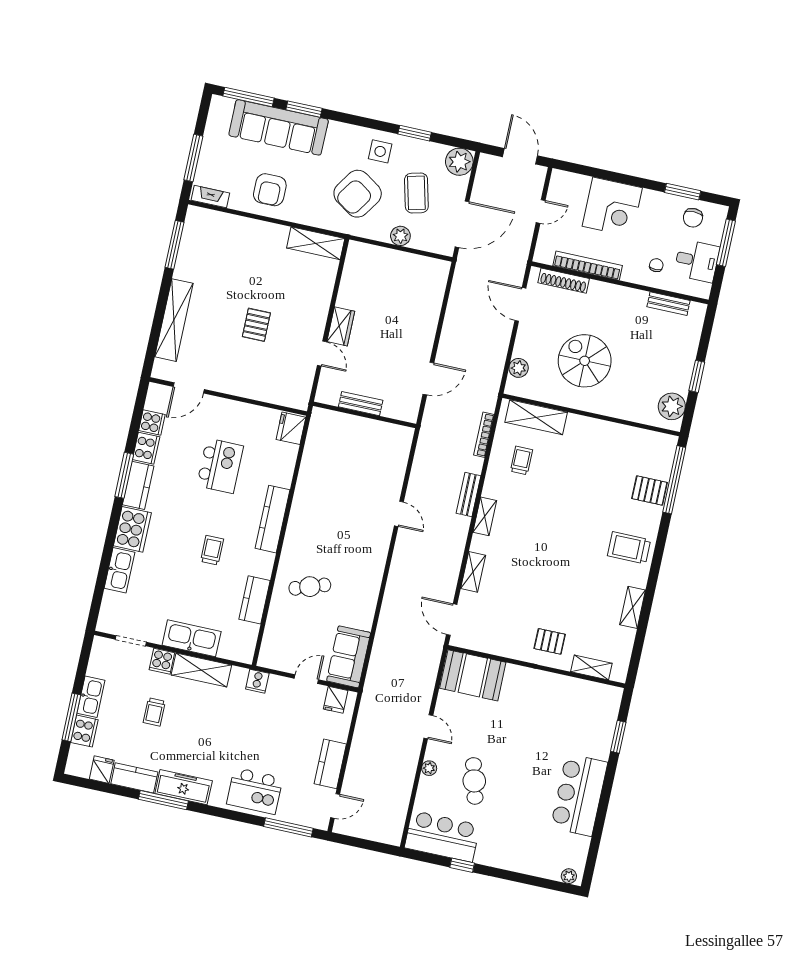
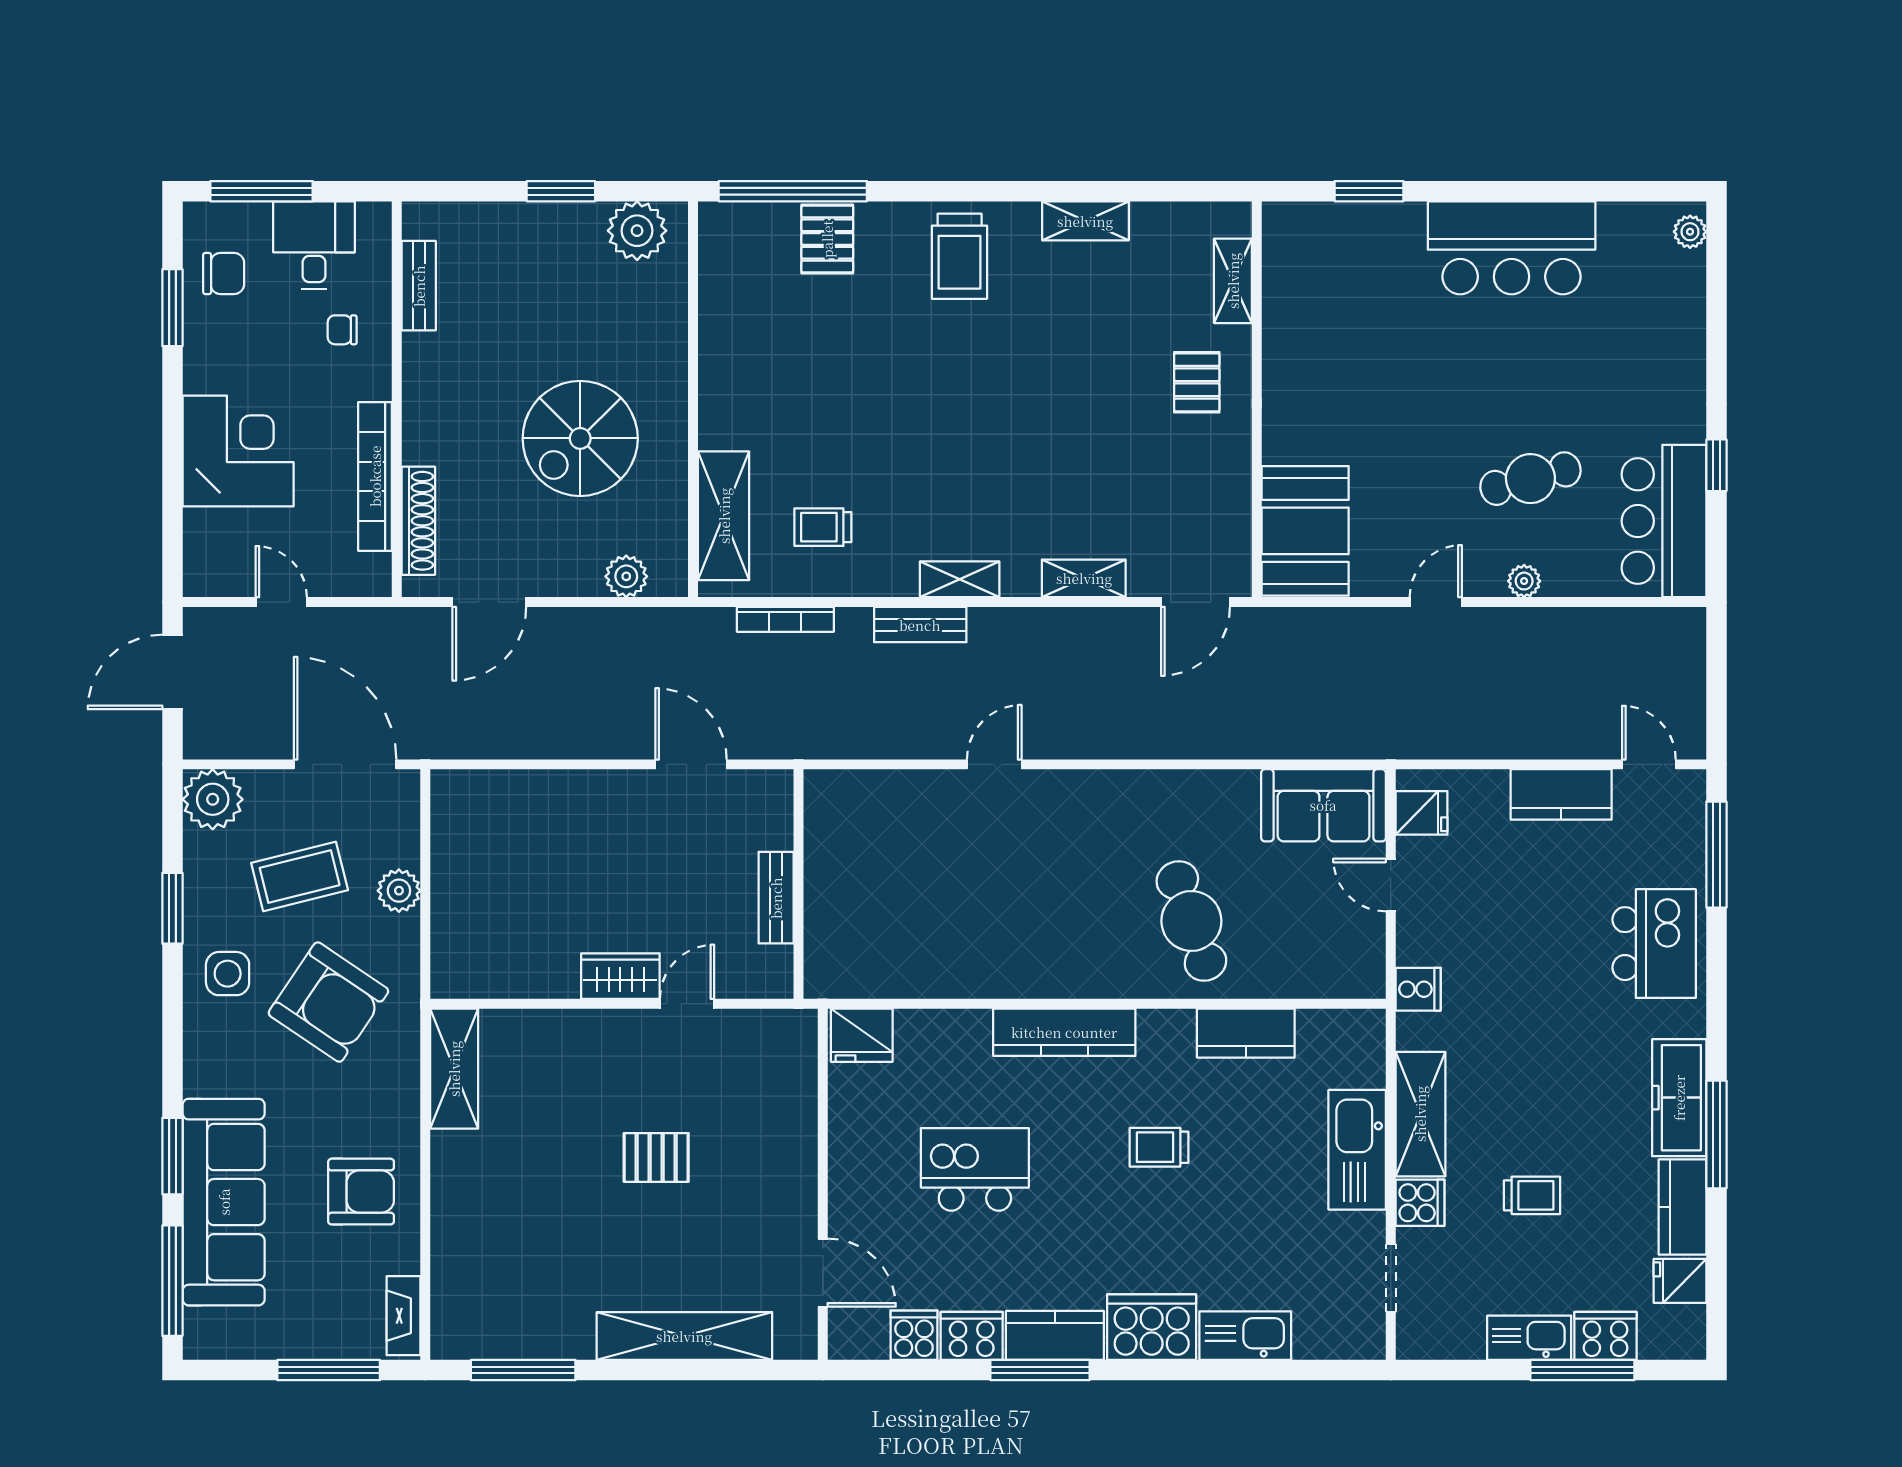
cafe table: (310, 587) -> (1191, 921), width x1.37, depth x1.35

